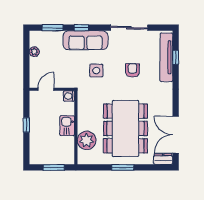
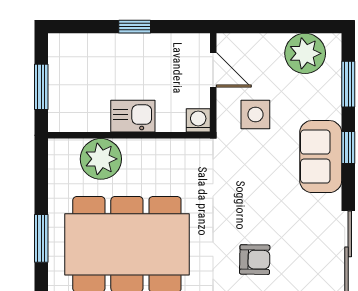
sofa: (86, 40) -> (321, 157), width x0.73
plant: (34, 52) -> (305, 53), width x1.87, depth x1.87
side table: (96, 71) -> (255, 114), moved

